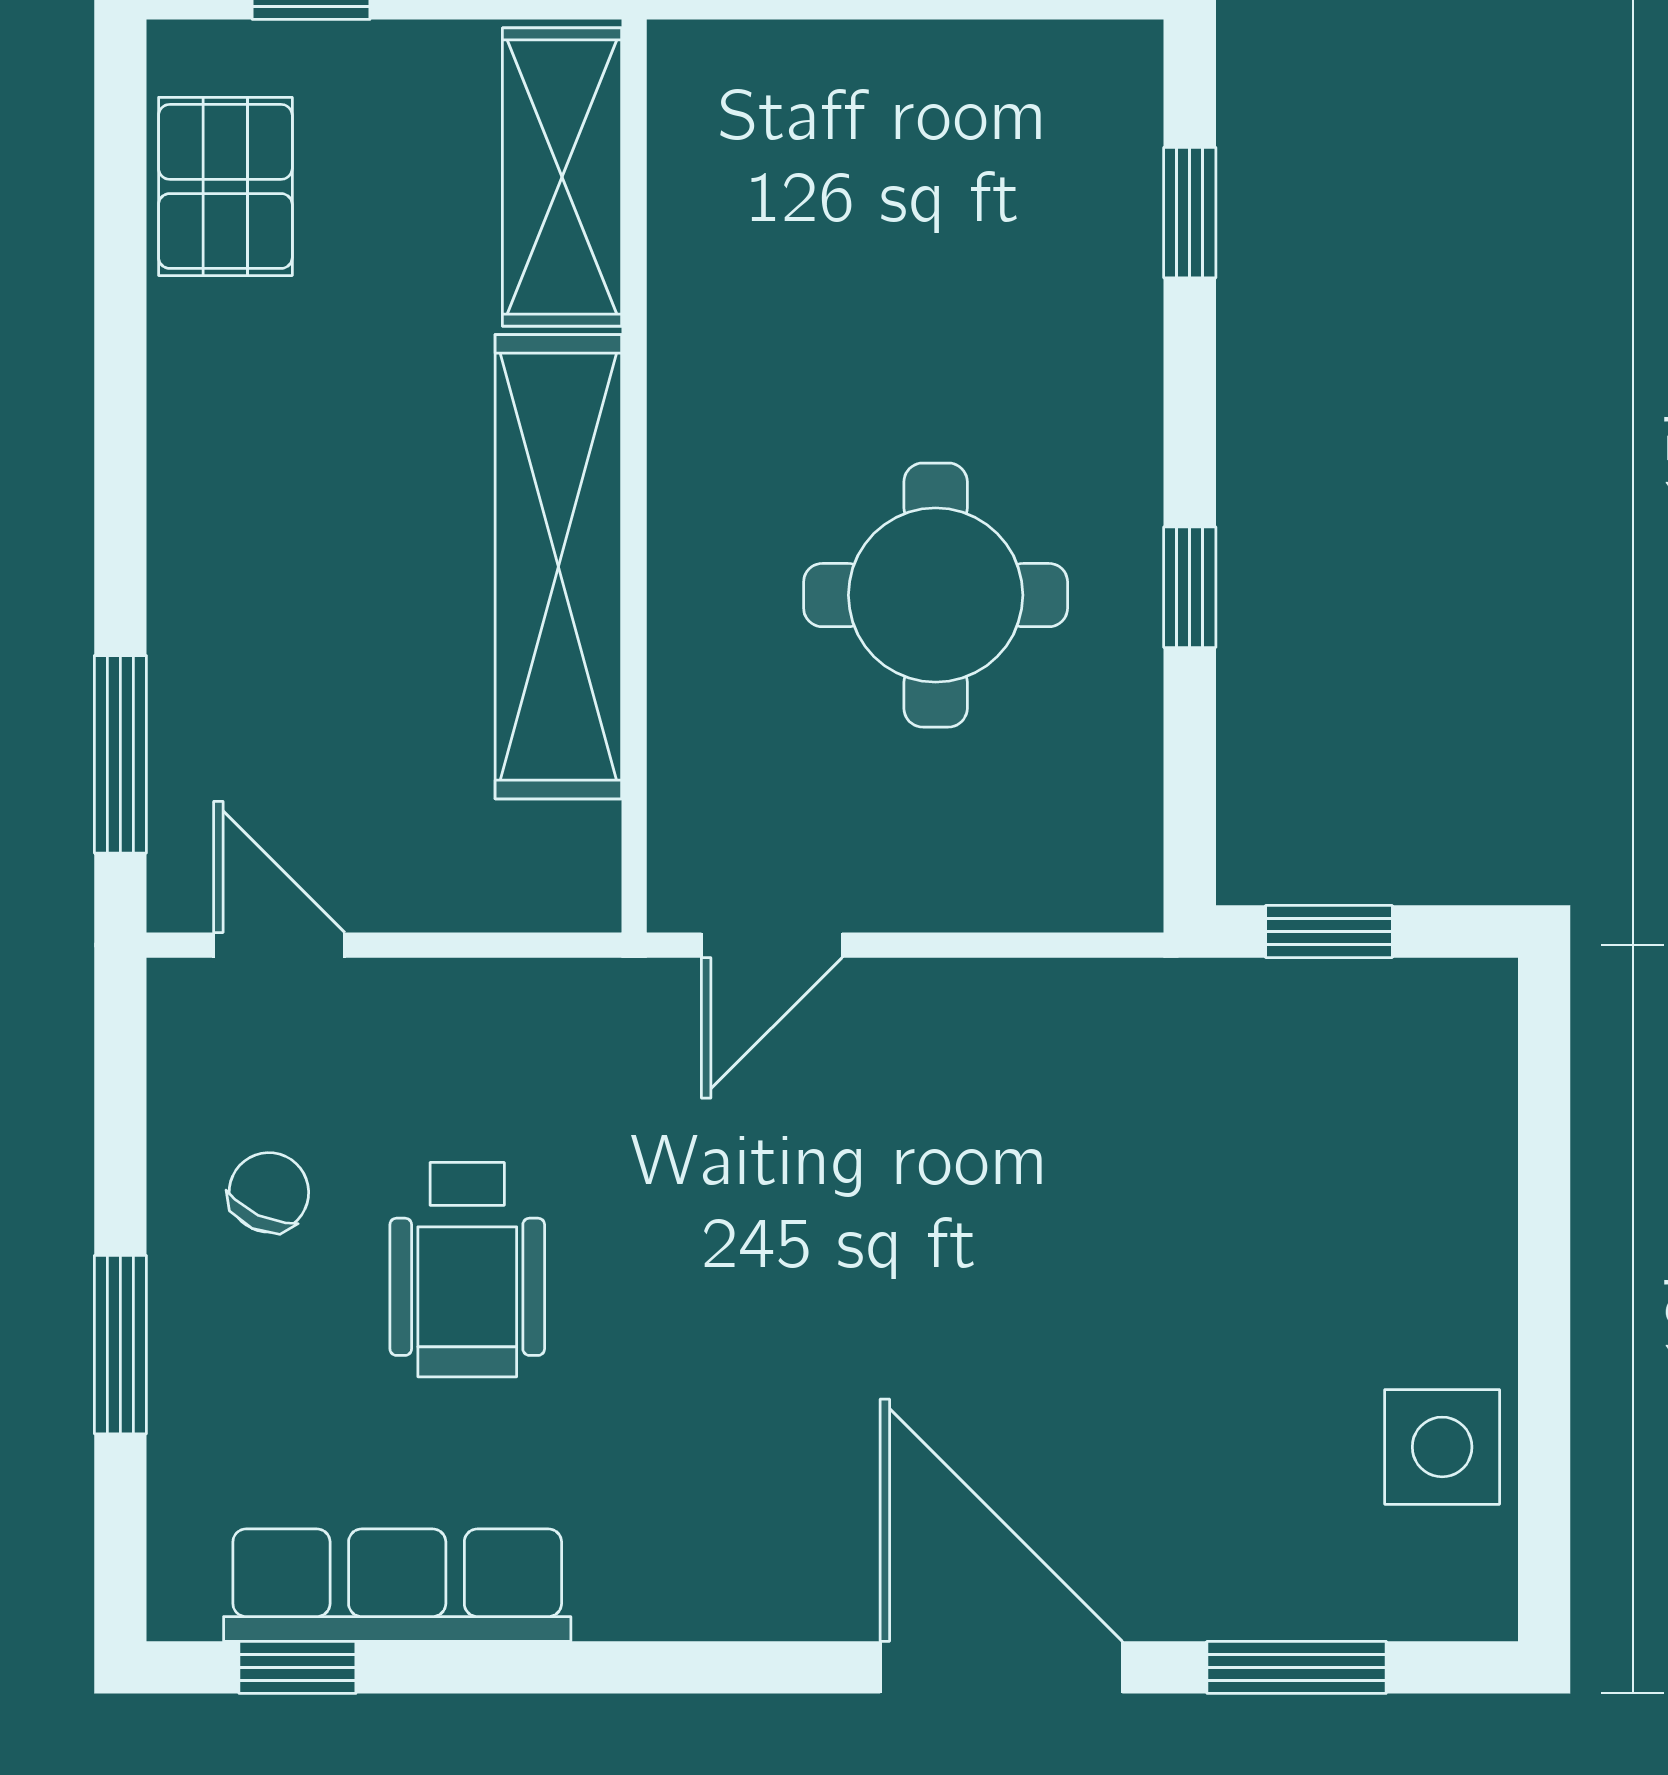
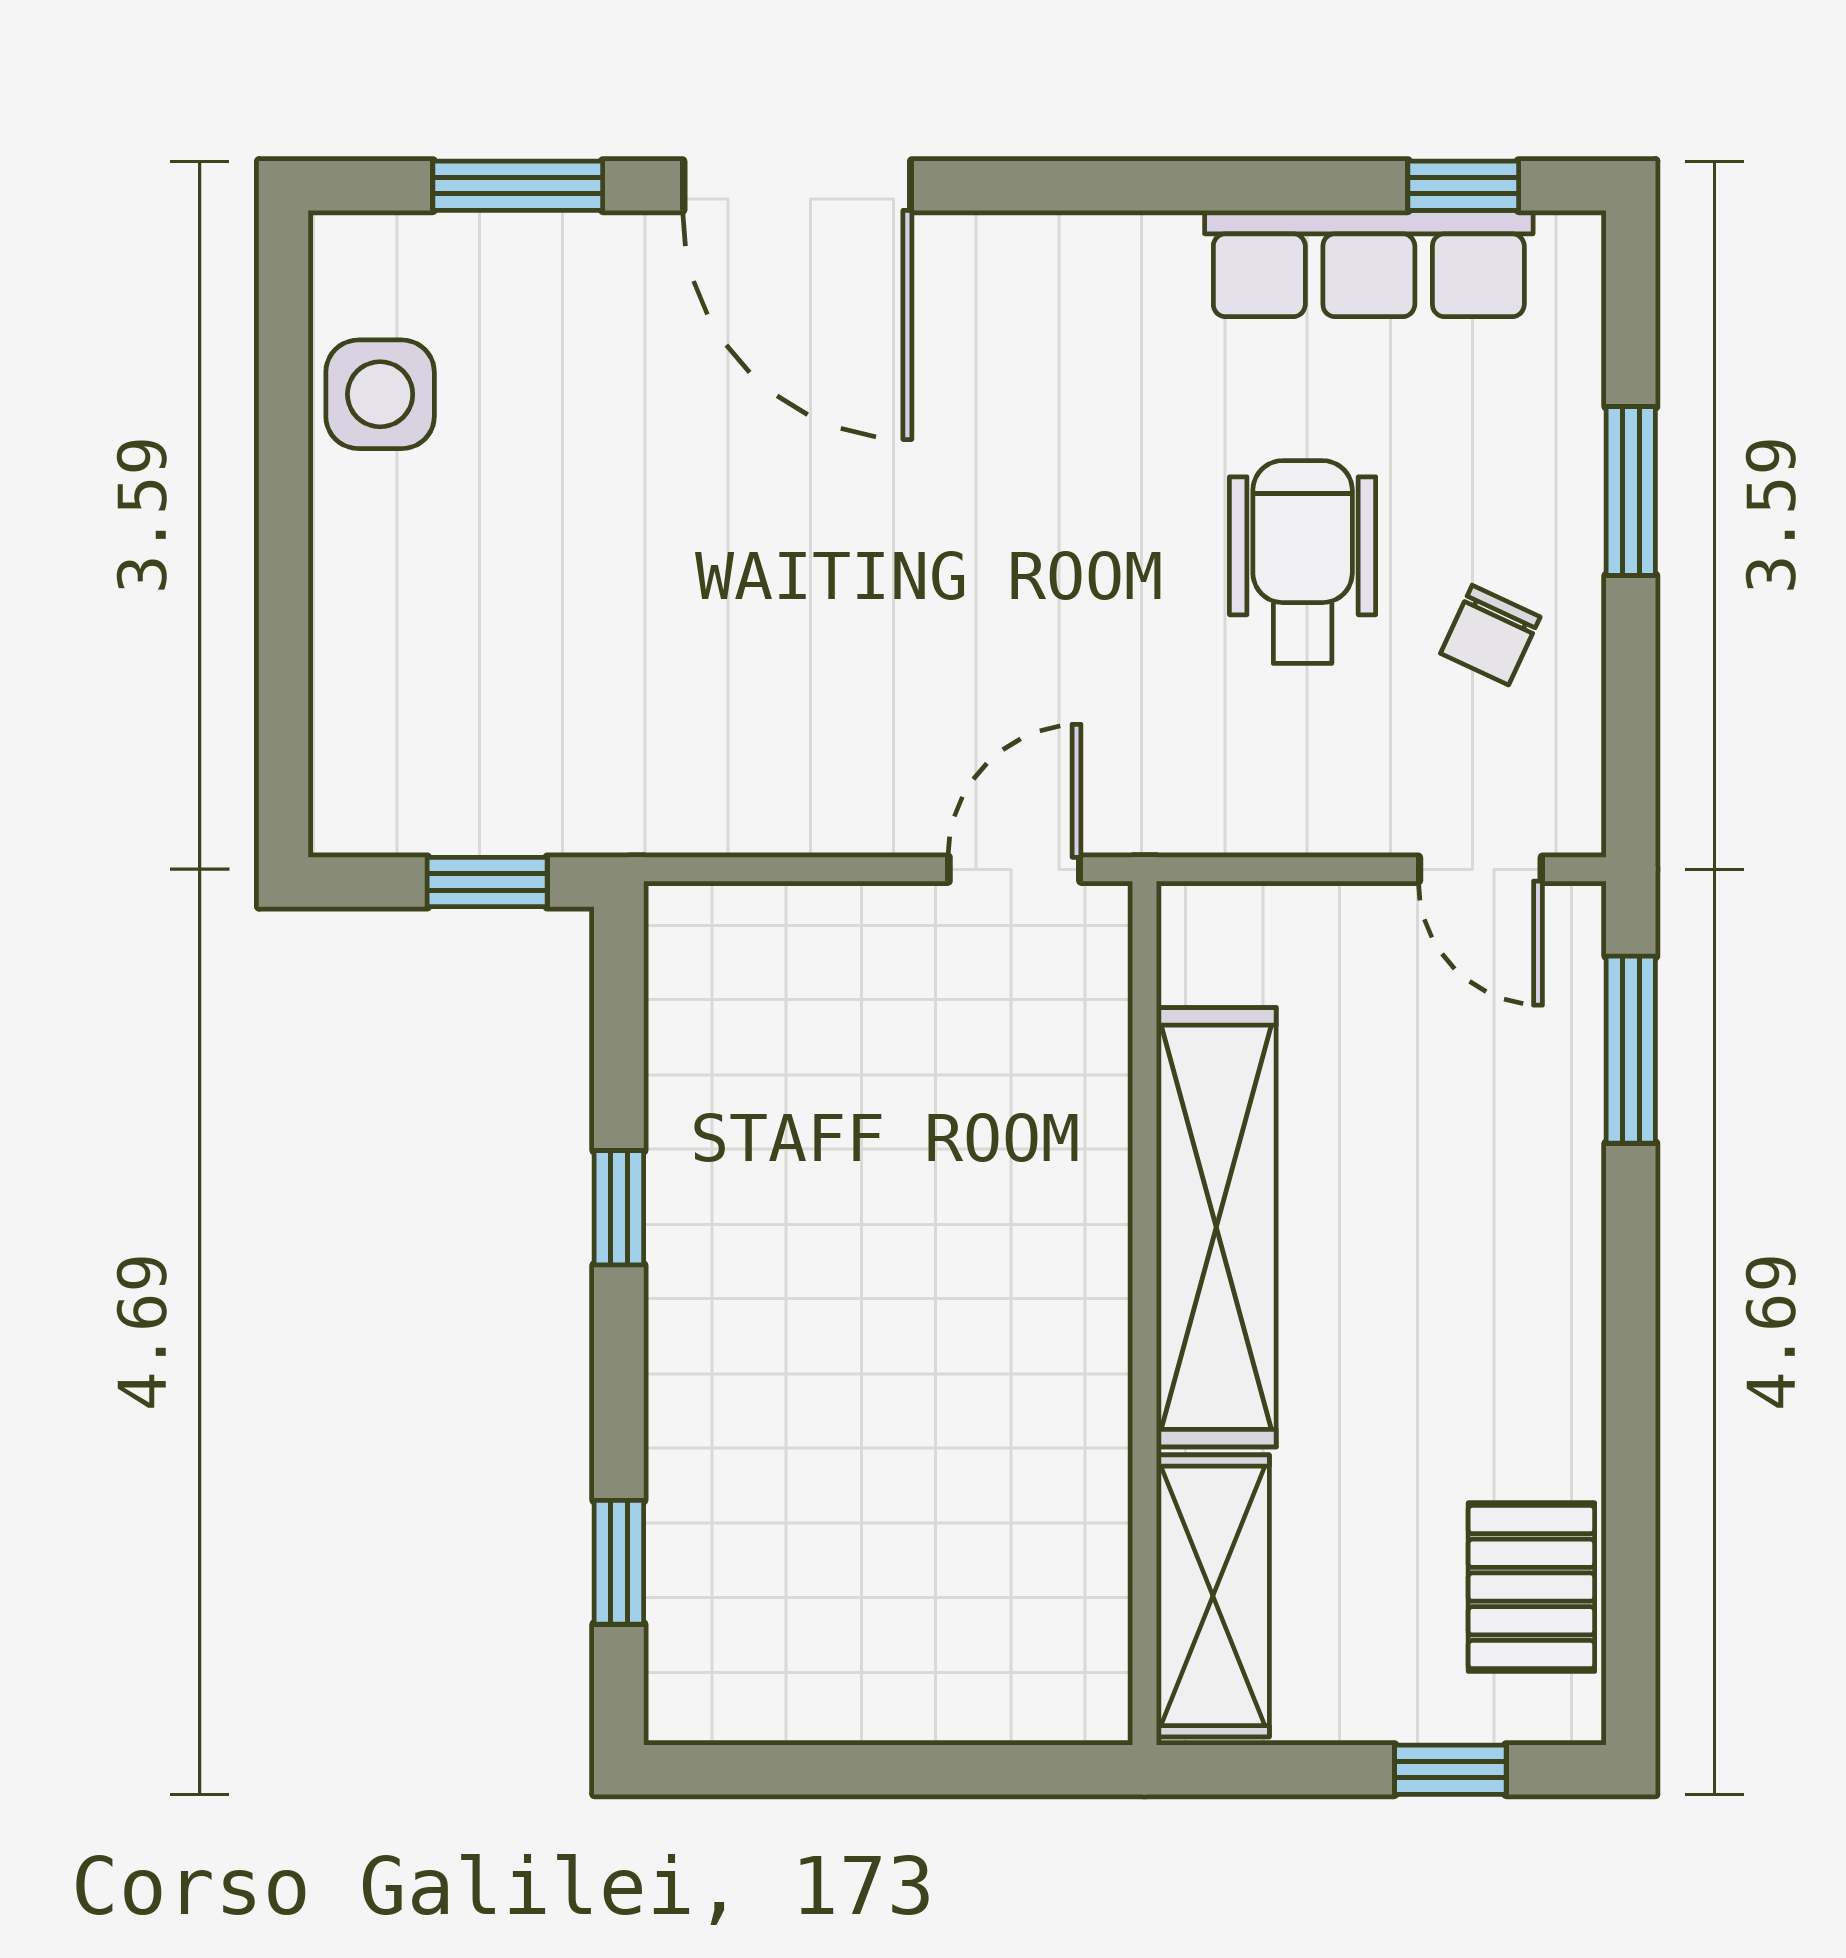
round table: (936, 595) -> (859, 1200), removed

